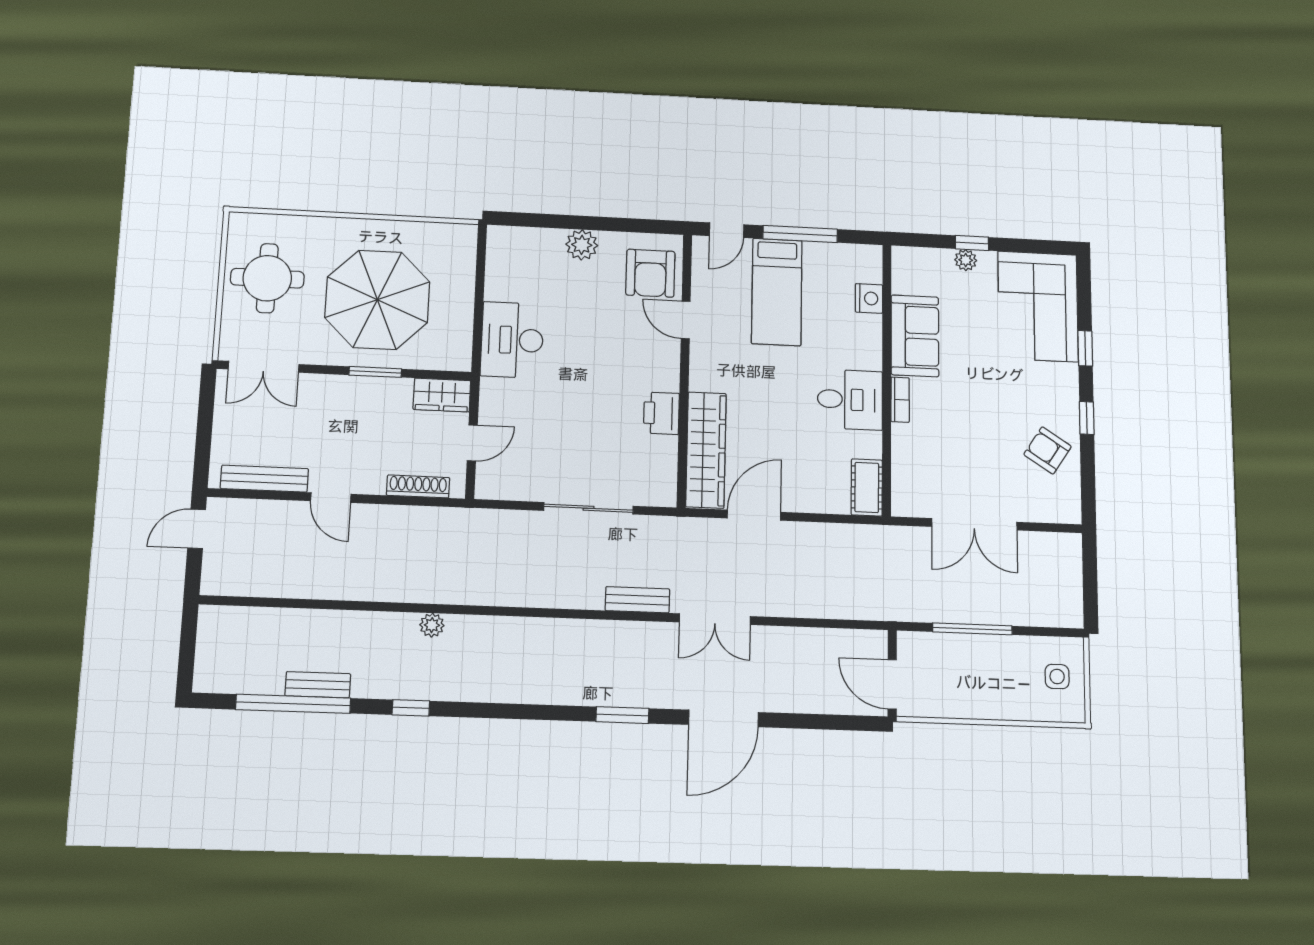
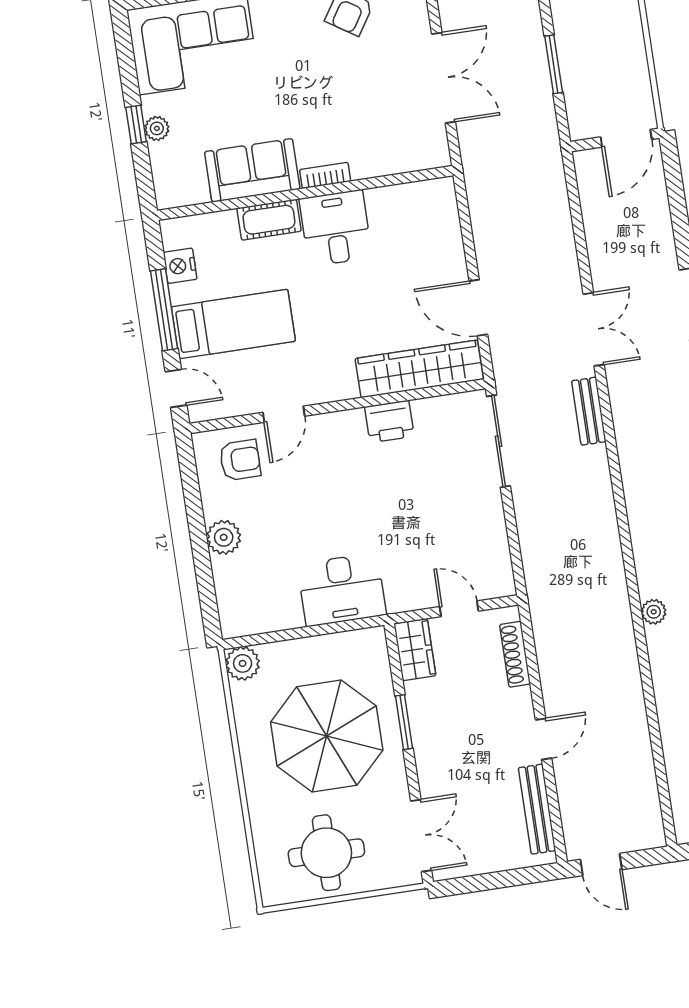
plant: (461, 239) -> (243, 663), added
armchair: (650, 273) -> (240, 460), width x0.72, depth x0.72
nightstand: (869, 298) -> (180, 266), moved, turned -90
cot: (867, 487) -> (269, 220), moved
sliding door: (588, 508) -> (499, 441), moved
window: (972, 629) -> (554, 64), width x0.69

